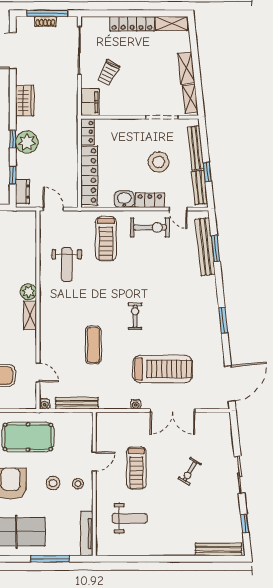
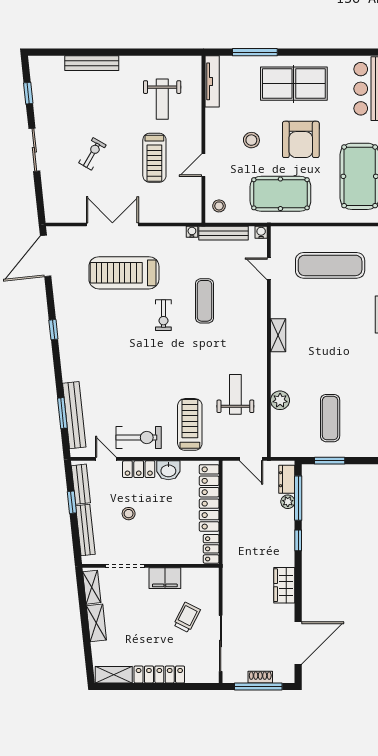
filing cabinet: (90, 102) -> (165, 578), moved, turned -90
plant: (27, 142) -> (288, 502), moved, width x0.53, depth x0.53
stool: (159, 162) -> (129, 514), width x0.53, depth x0.53
window: (13, 175) -> (298, 498), width x2.17
exercise bike: (150, 227) -> (139, 437), turned 180
plant: (28, 292) -> (280, 400), moved
exercise bike: (135, 316) -> (163, 315), moved
window: (223, 320) -> (53, 330), width x0.67
water cooler: (136, 404) -> (192, 232), moved
treadmill: (136, 468) -> (154, 158), turned 180
stool: (78, 484) -> (219, 206), moved
weight bench: (130, 518) -> (162, 99), turned -90
bench: (218, 549) -> (92, 63), moved

